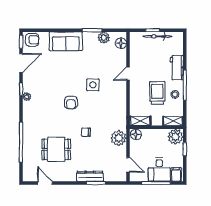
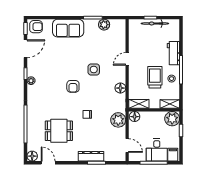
floor lamp: (121, 43) -> (120, 88), moved
floor lamp: (28, 176) -> (32, 156), added

